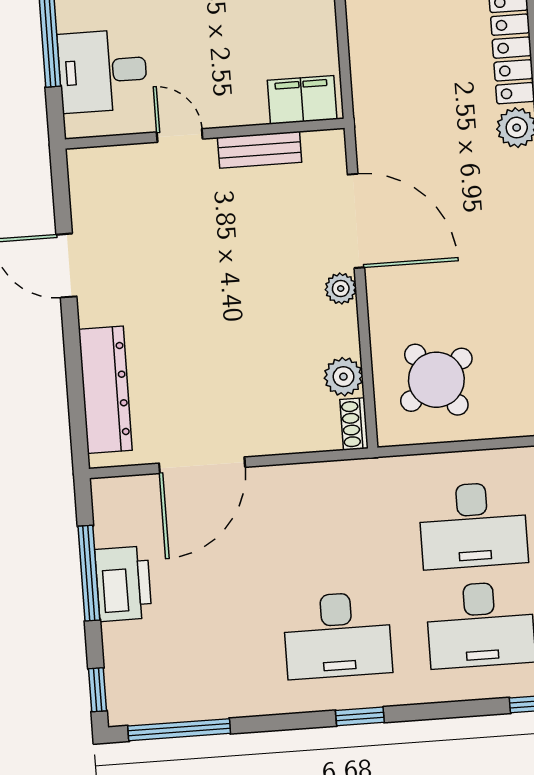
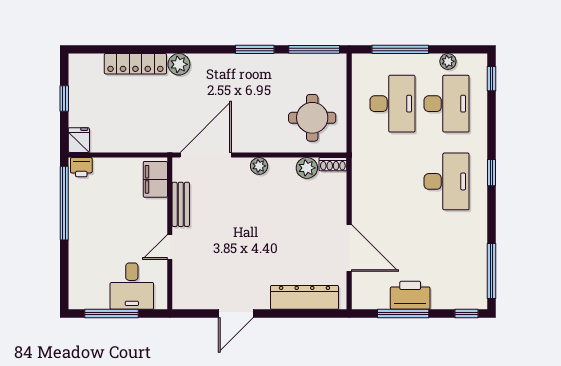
door: (356, 221) -> (206, 155), moved
round table: (436, 380) -> (312, 118), turned 36

